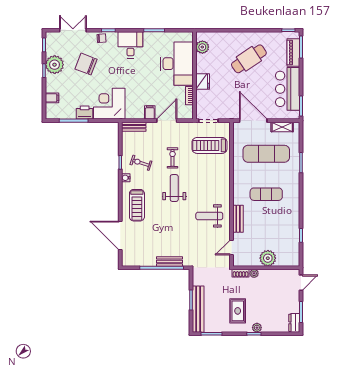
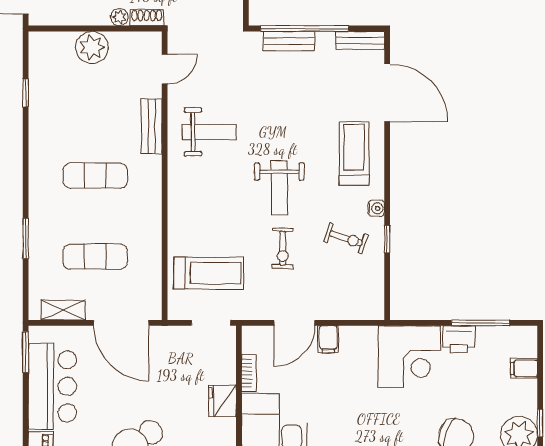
bench: (134, 127) -> (360, 40), moved
exercise mat: (266, 154) -> (95, 257), width x0.73, depth x0.69

